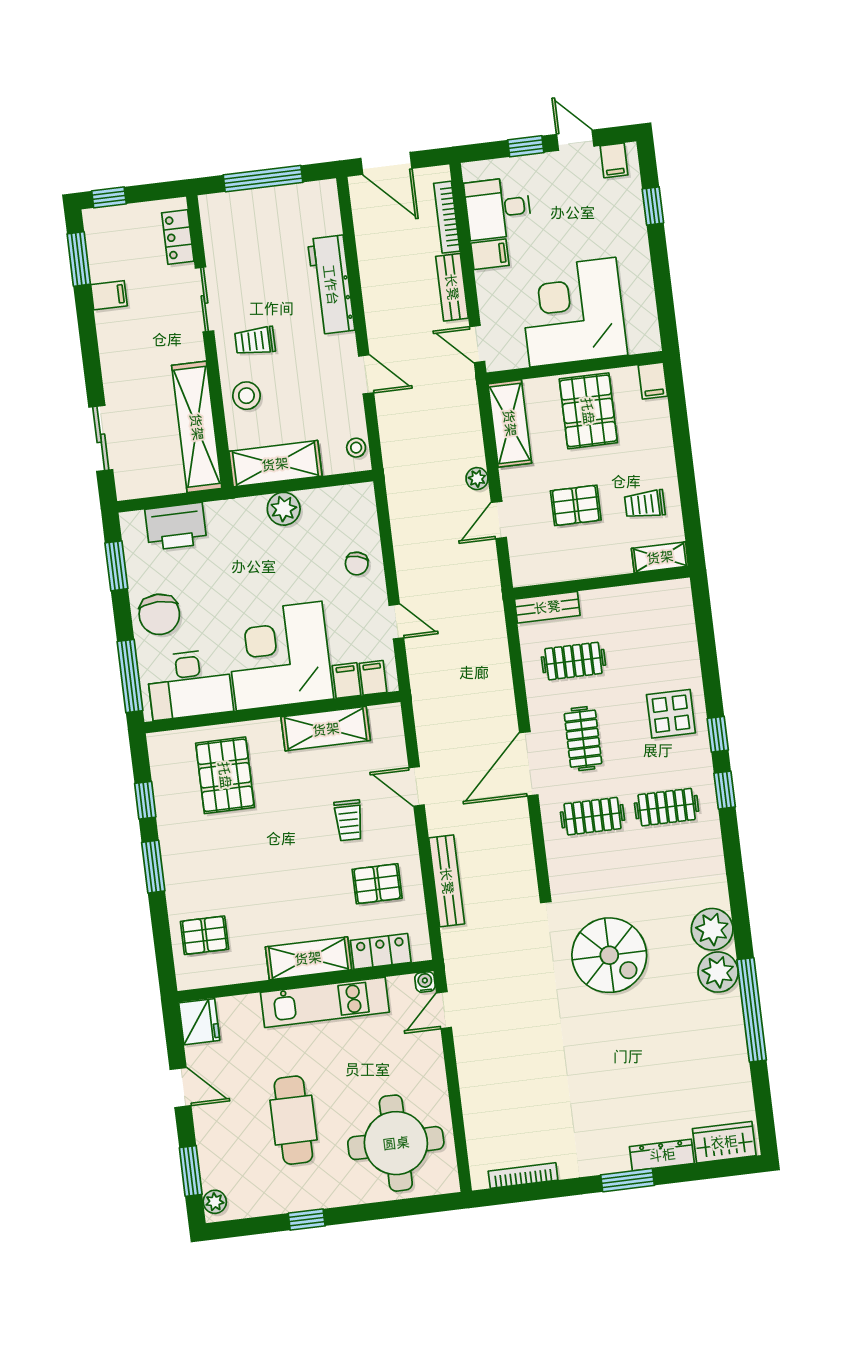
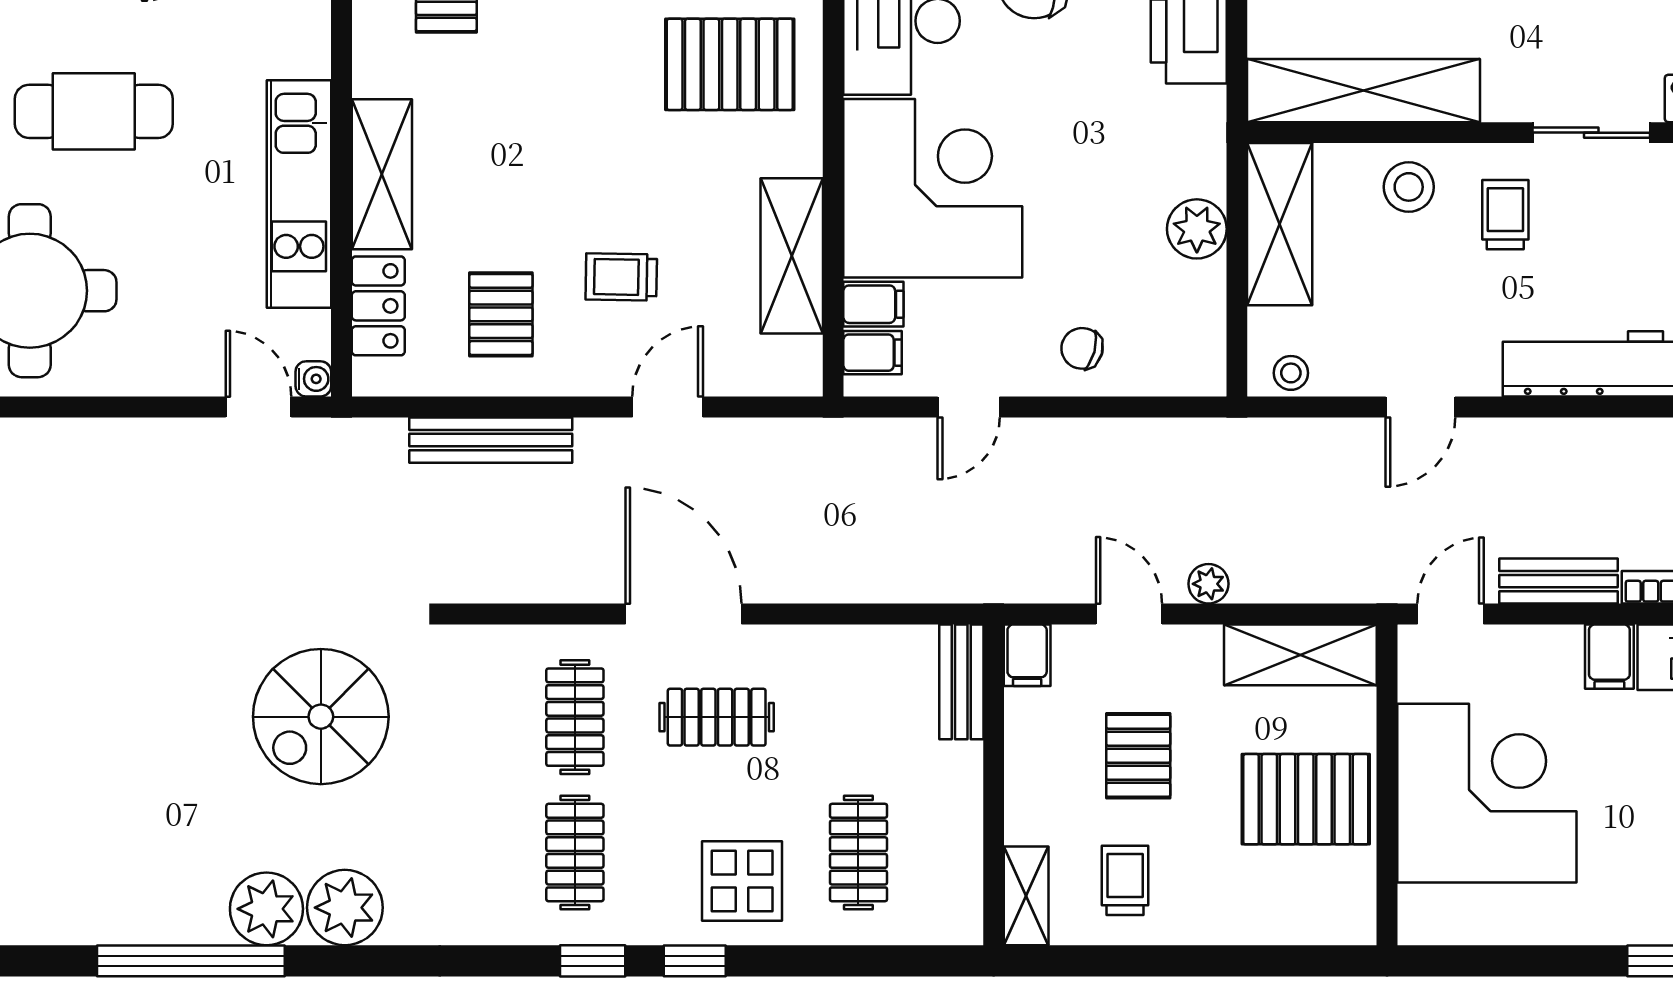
filing cabinet: (653, 381) -> (1027, 655), moved, turned -90
clothes rail: (573, 661) -> (858, 853), moved

